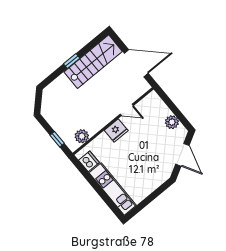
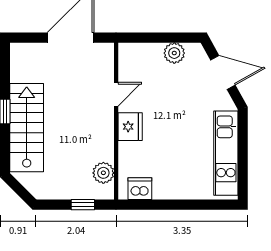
stairs: (93, 62) -> (27, 128), moved
kitchen unit: (113, 189) -> (226, 153), moved, turned -90

